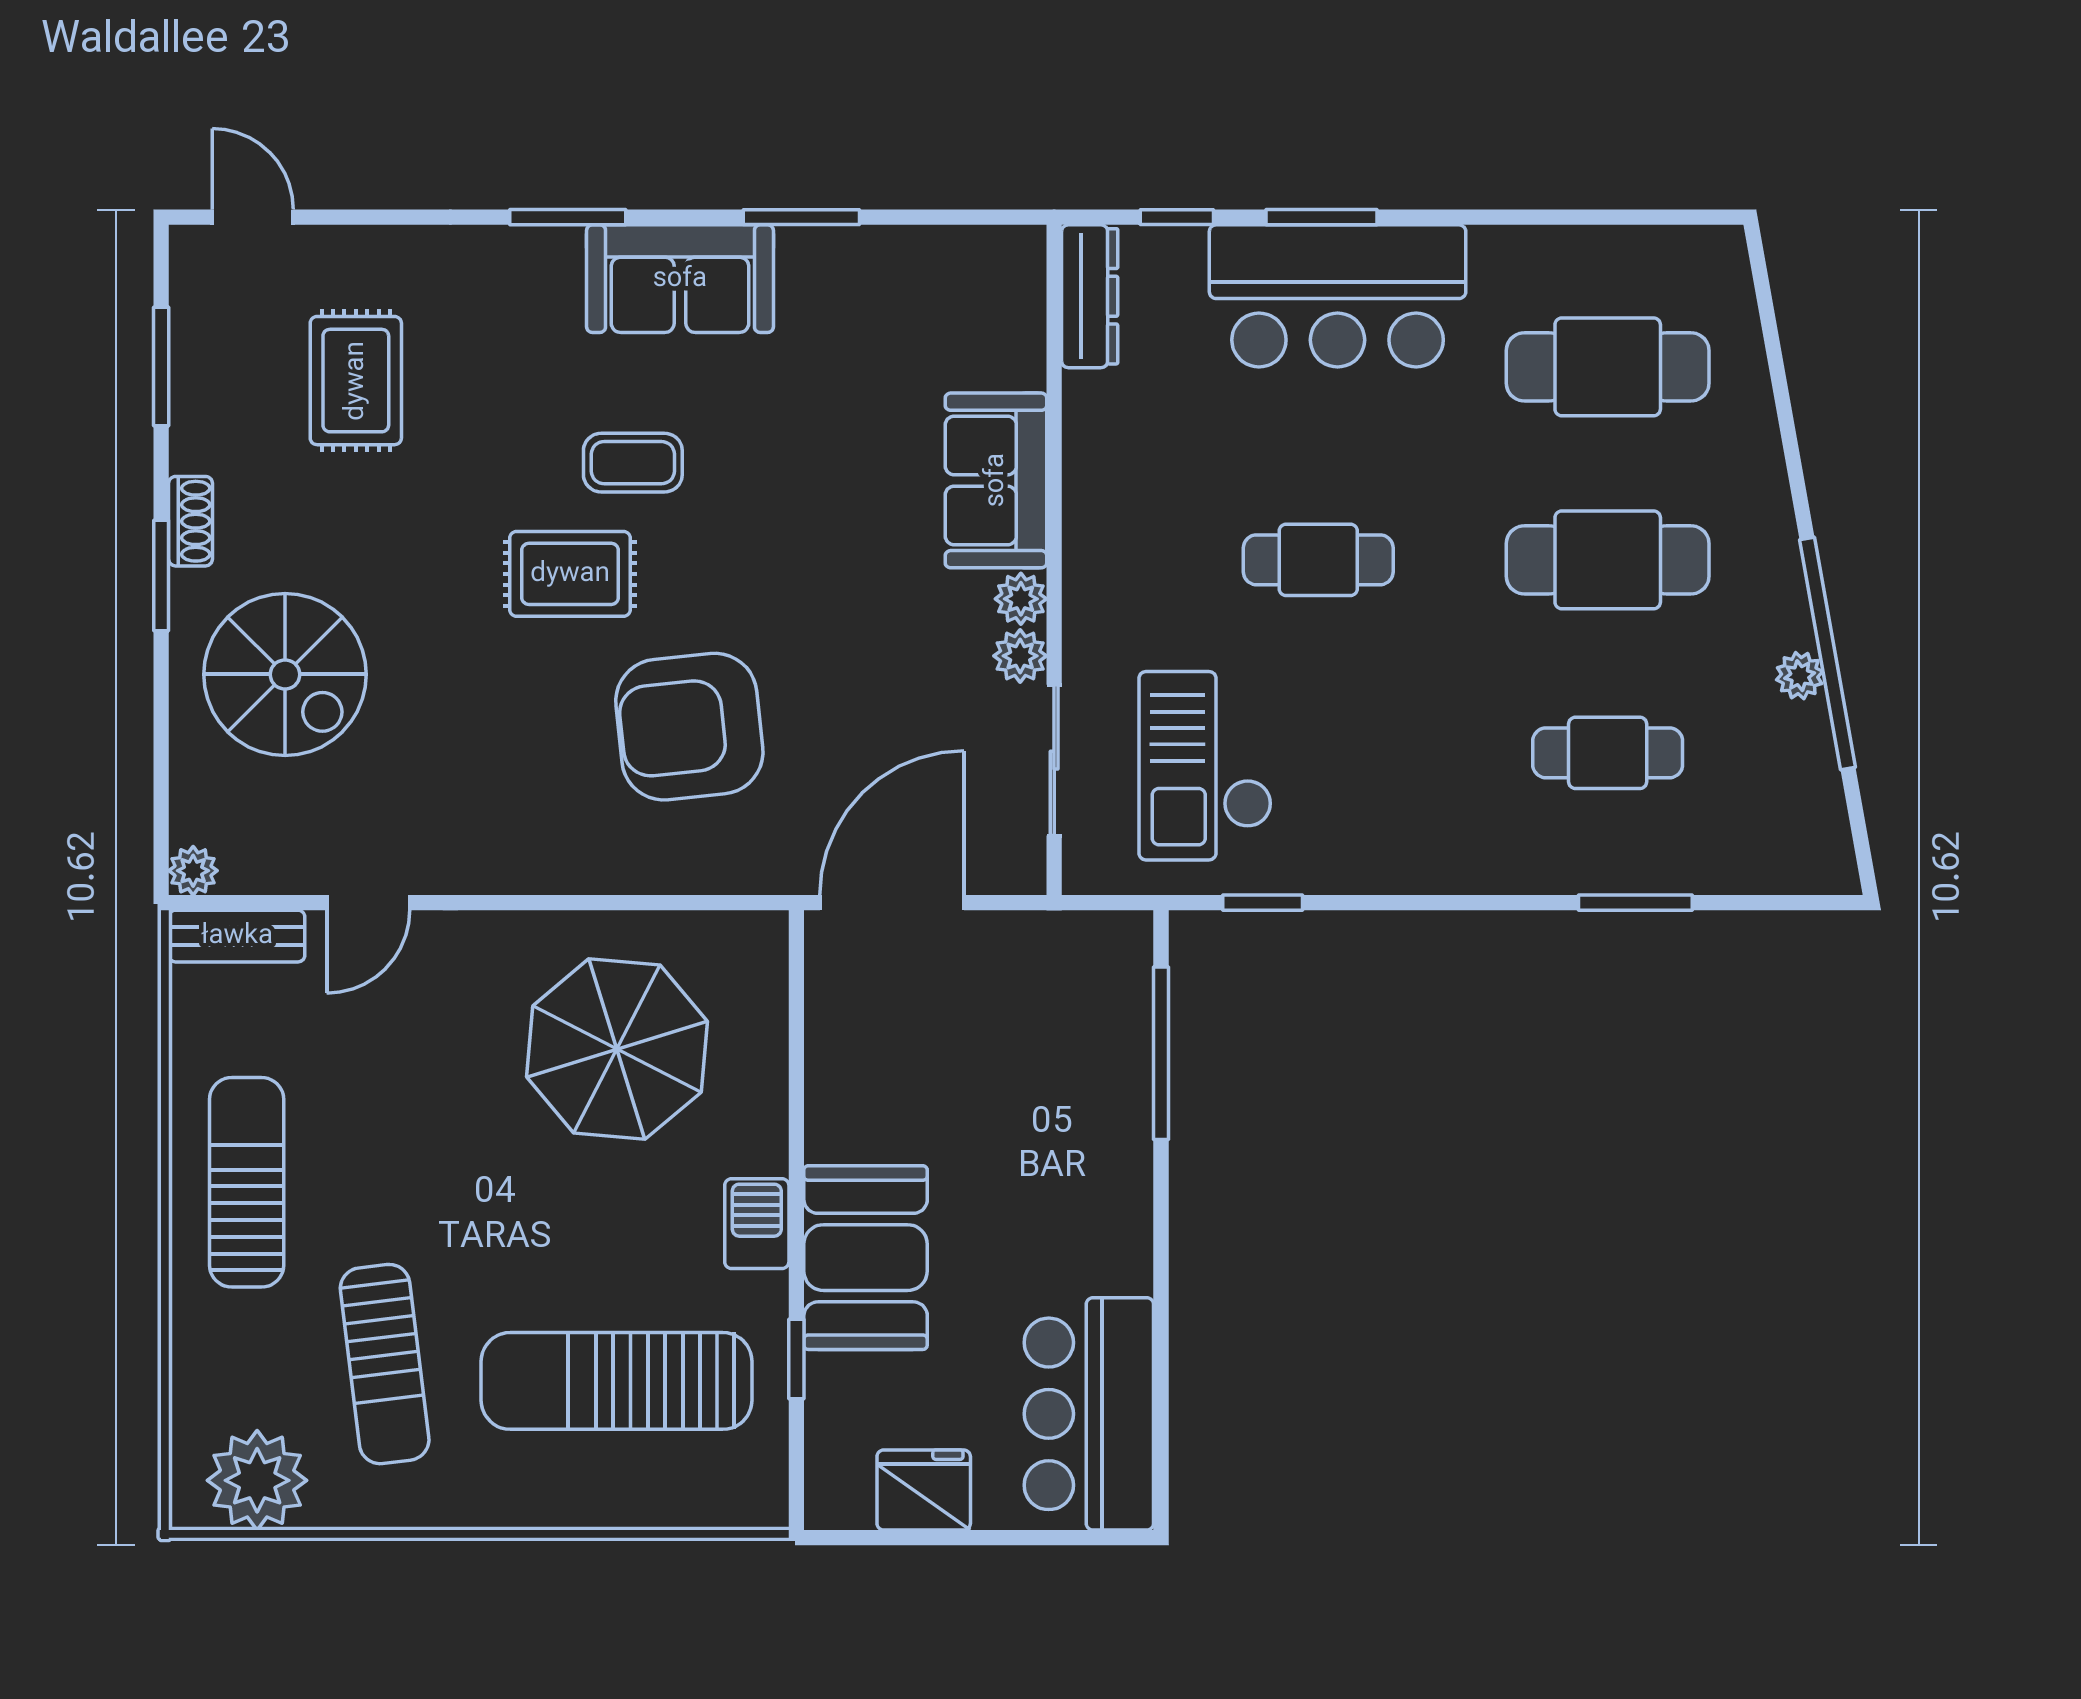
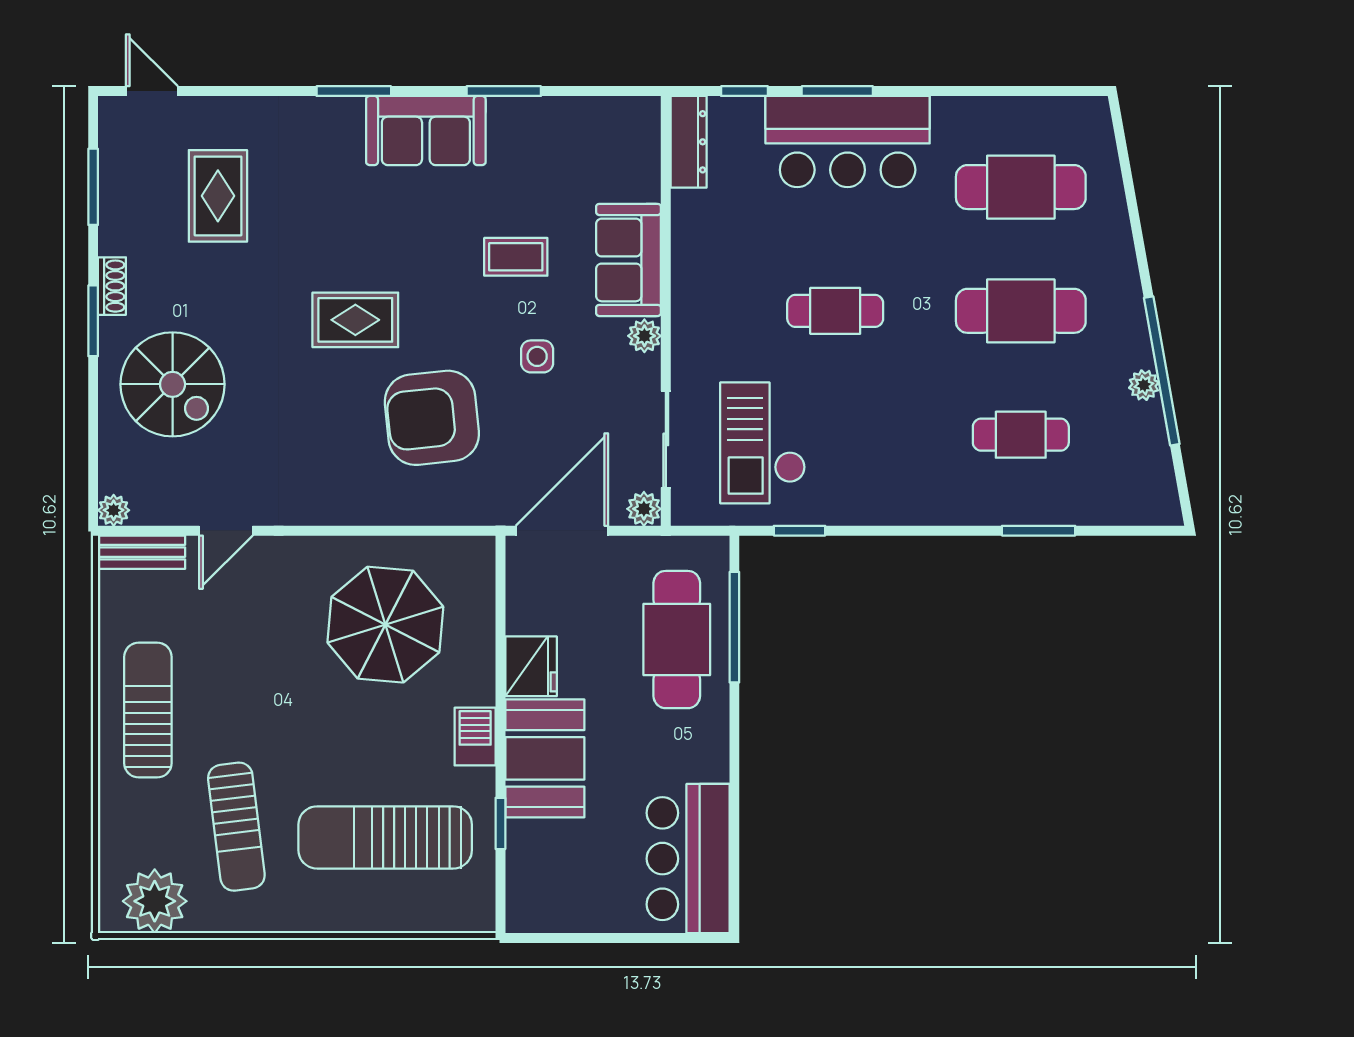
coffee table: (633, 463) -> (516, 257), moved
side table: (853, 631) -> (537, 356), added
plant: (1020, 656) -> (644, 509), moved
cafe table: (1071, 1072) -> (677, 640), added
fridge: (924, 1490) -> (531, 666), moved, turned 90

